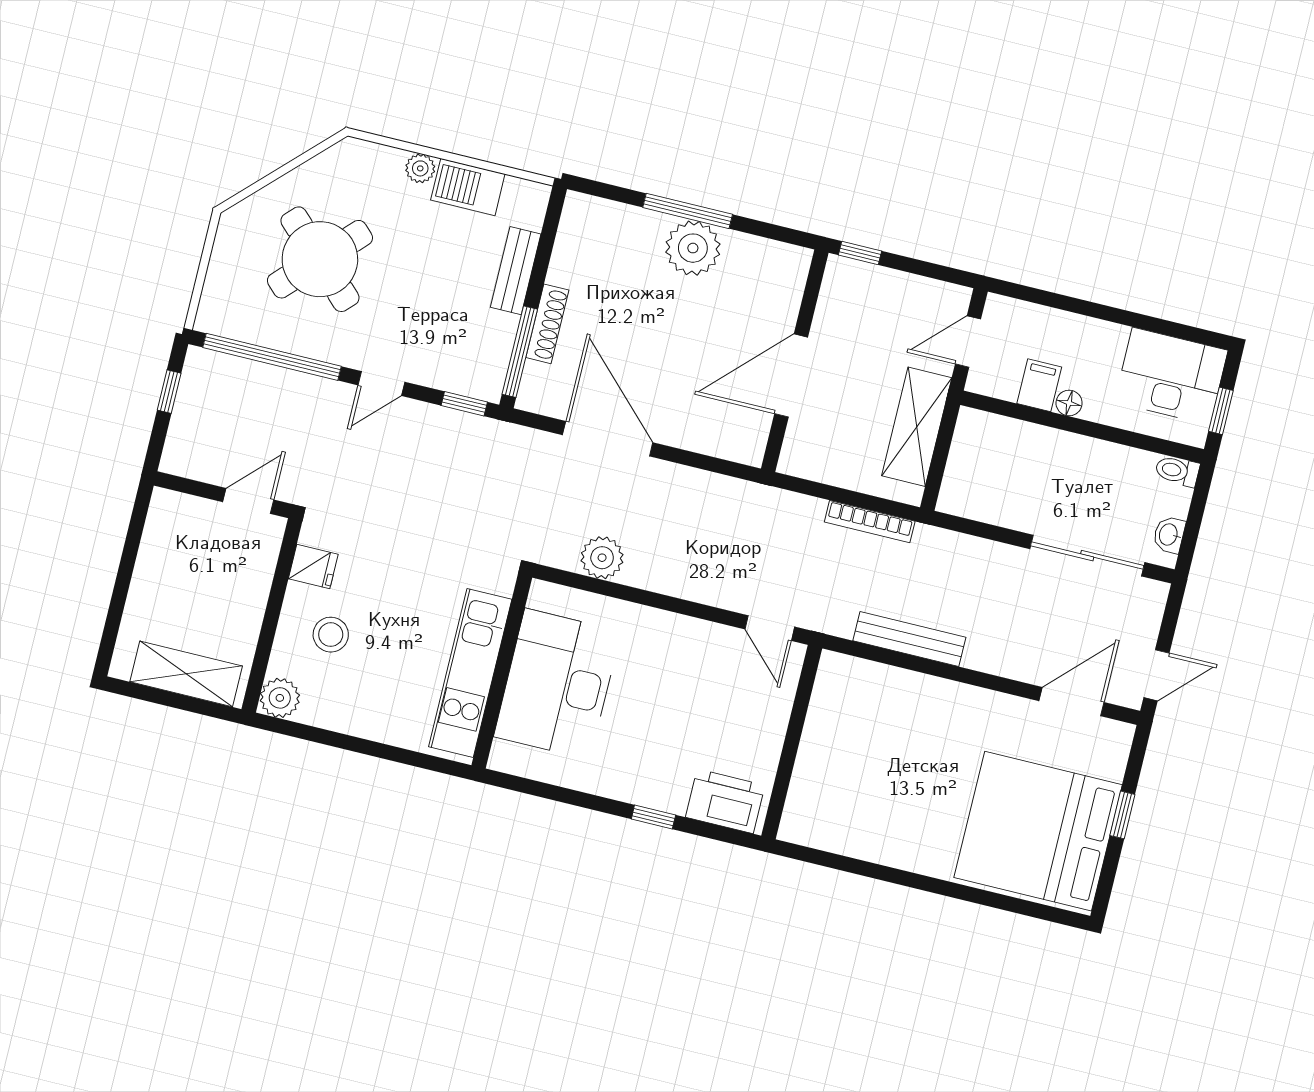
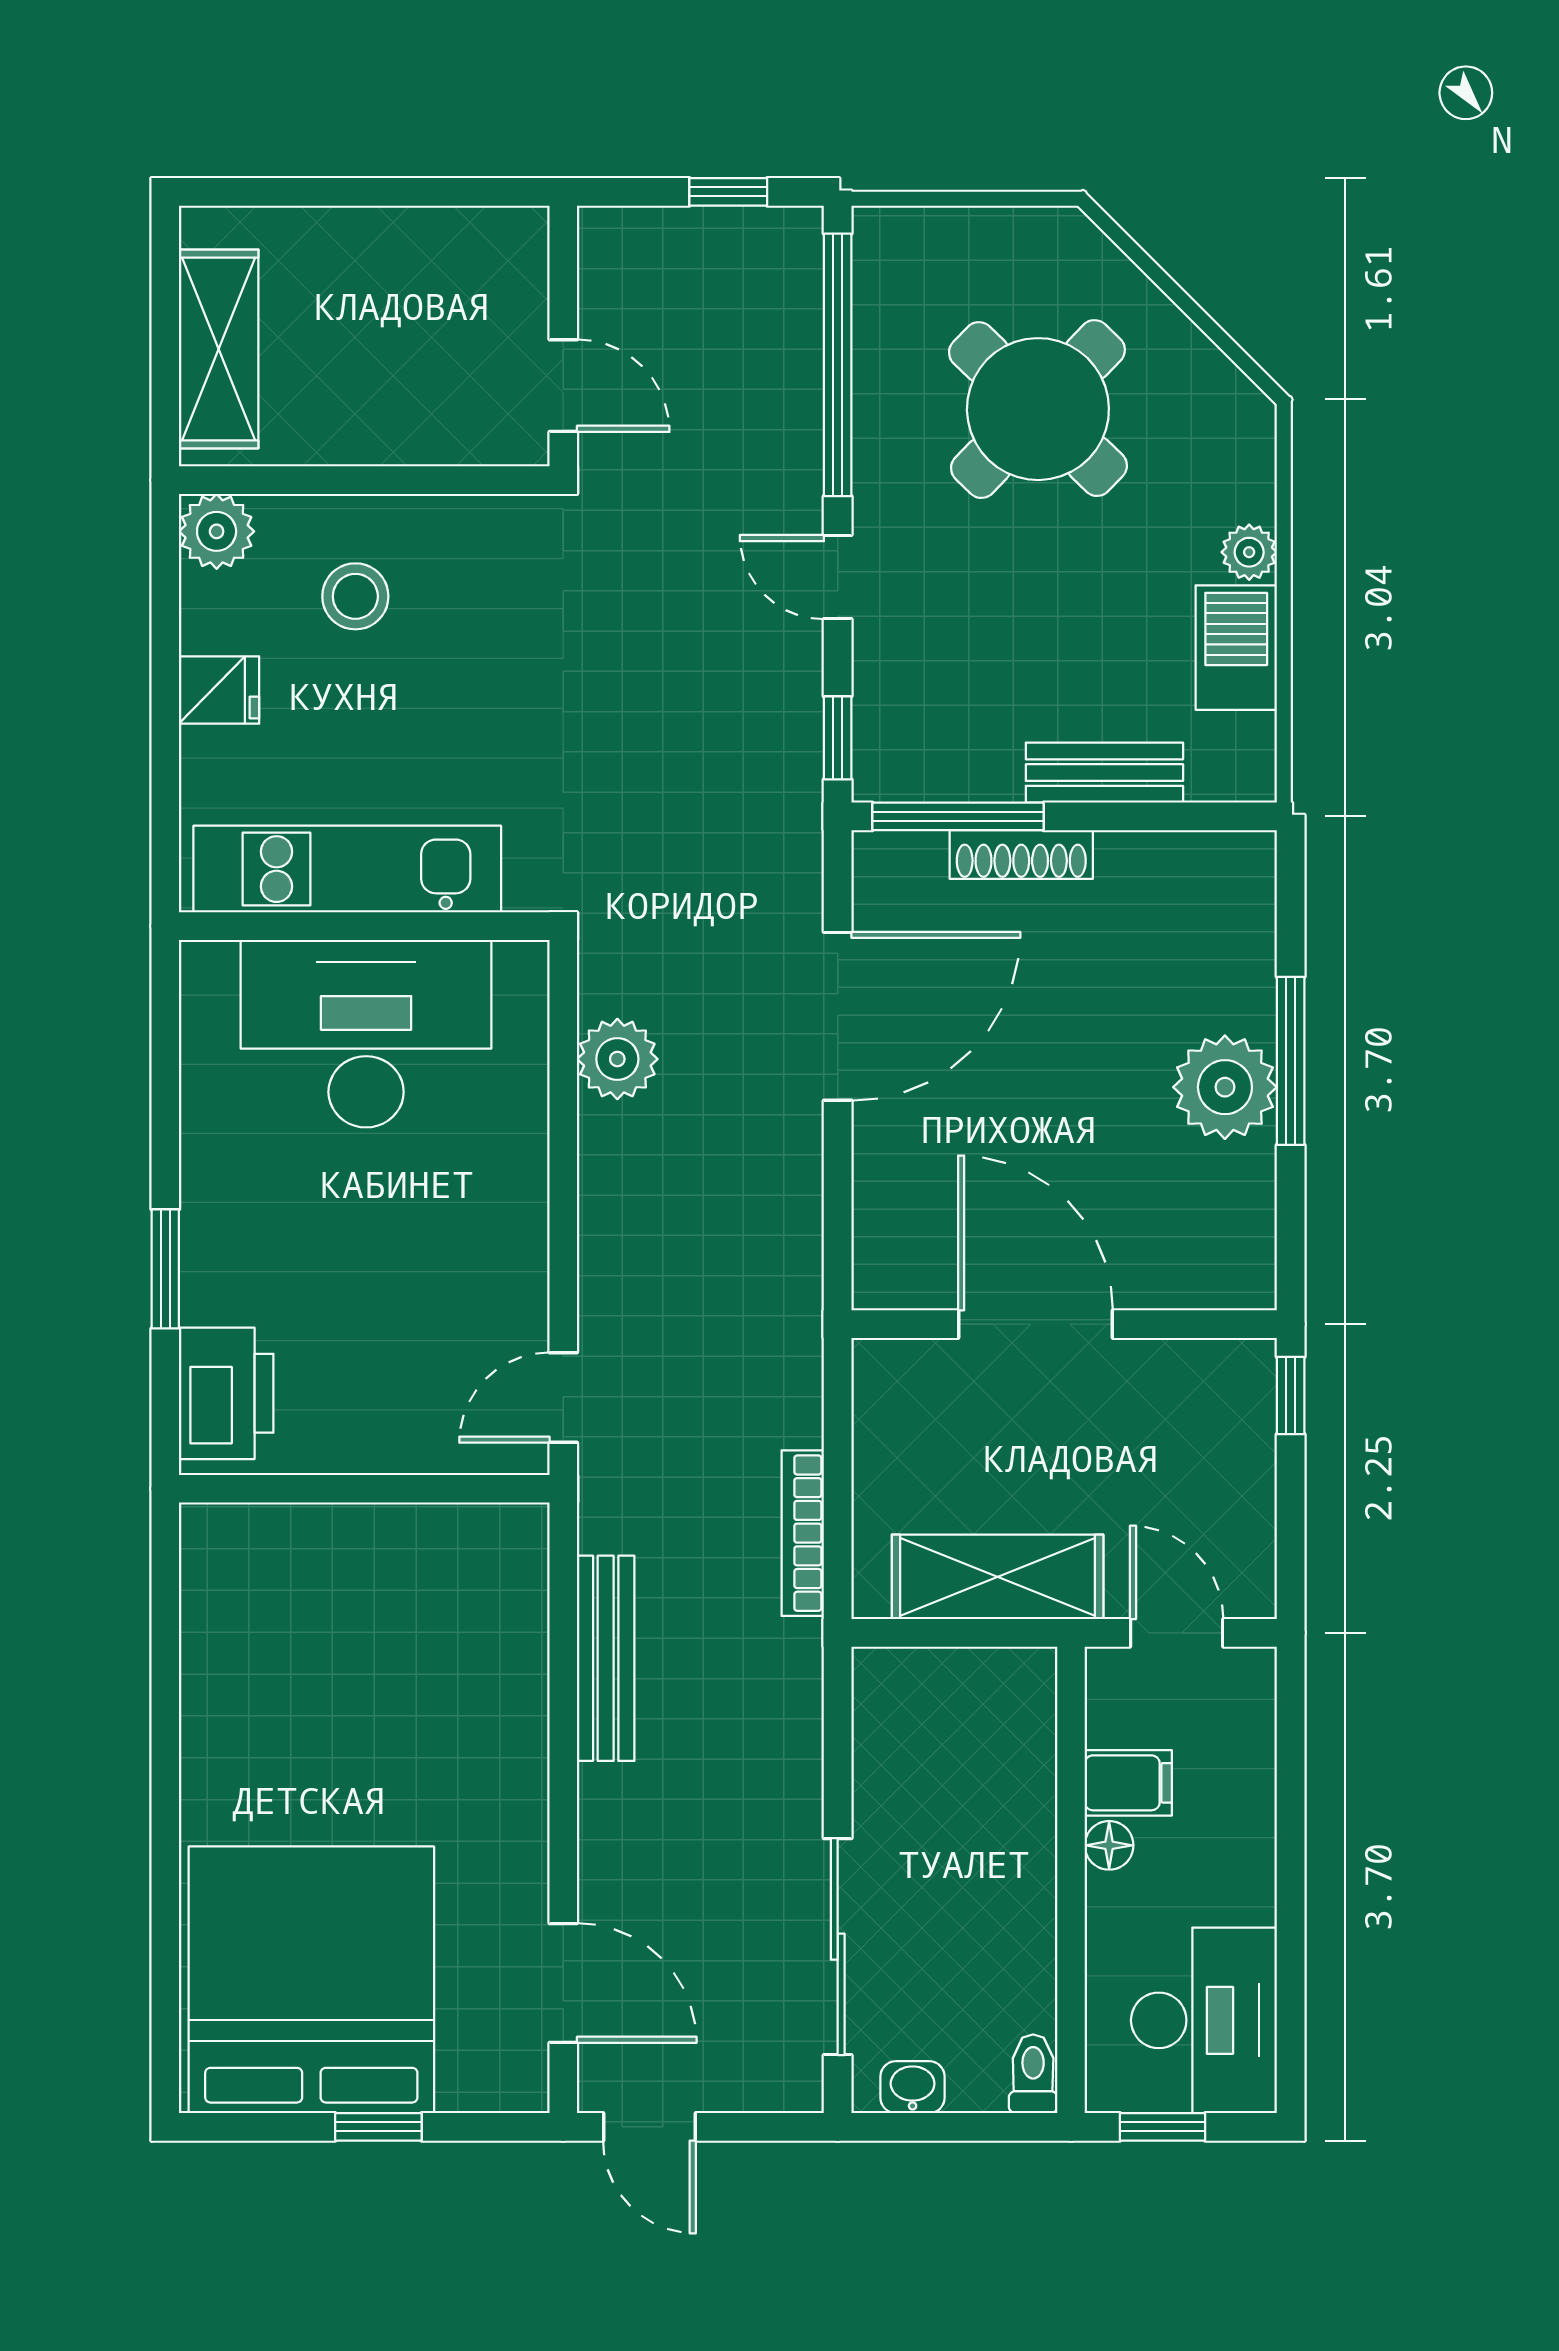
fridge: (313, 566) -> (219, 690), moved, turned -90
window: (653, 817) -> (165, 1269), width x1.50

